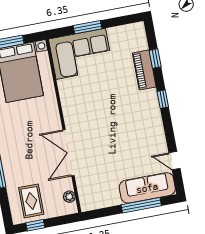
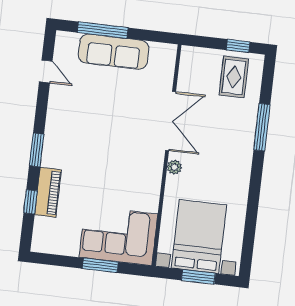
window: (163, 99) -> (37, 150), width x1.50
sofa: (147, 188) -> (114, 52), moved
plant: (69, 197) -> (174, 167), moved

